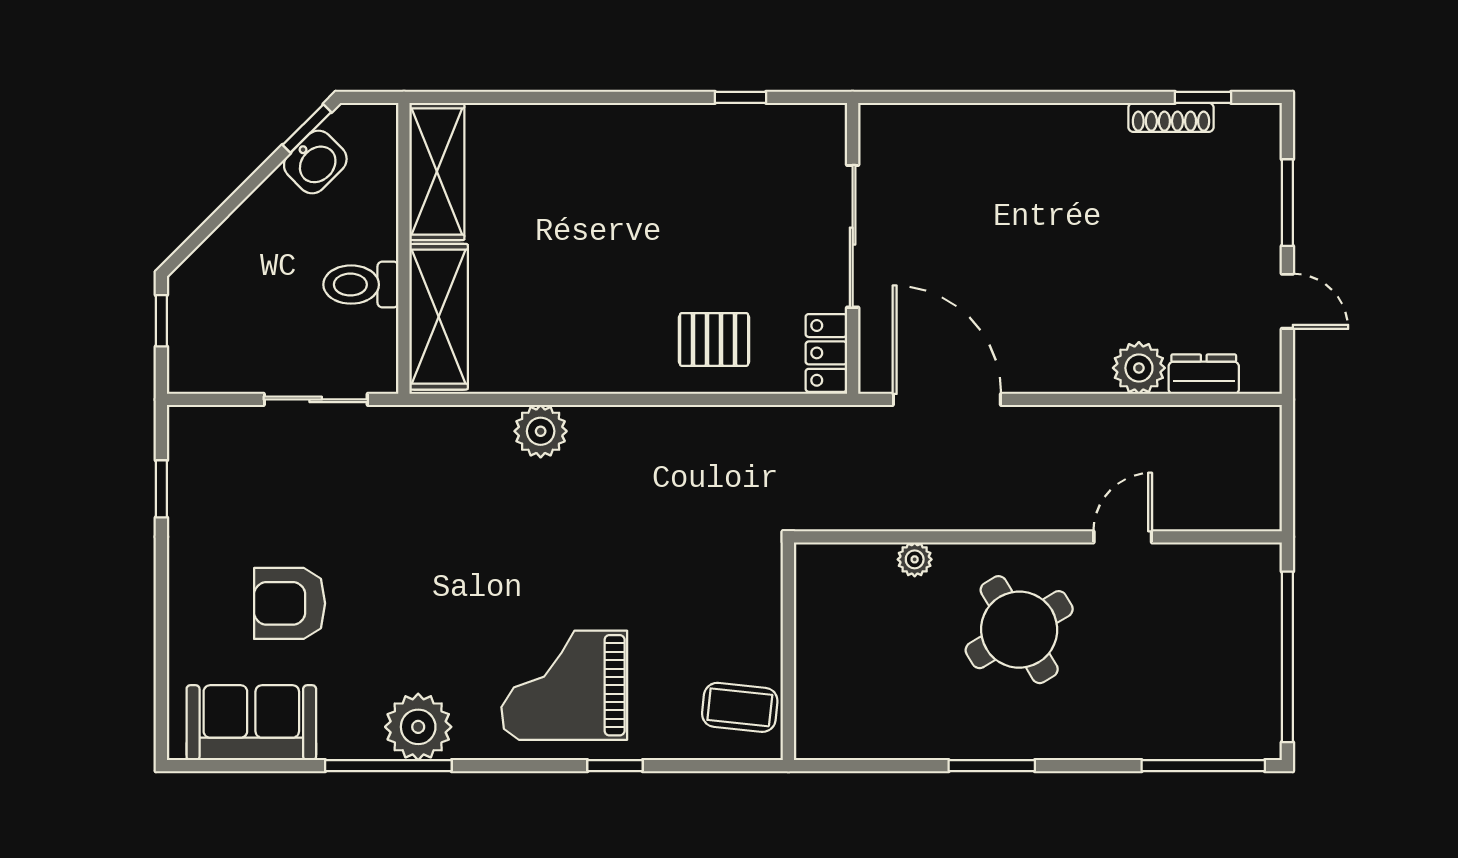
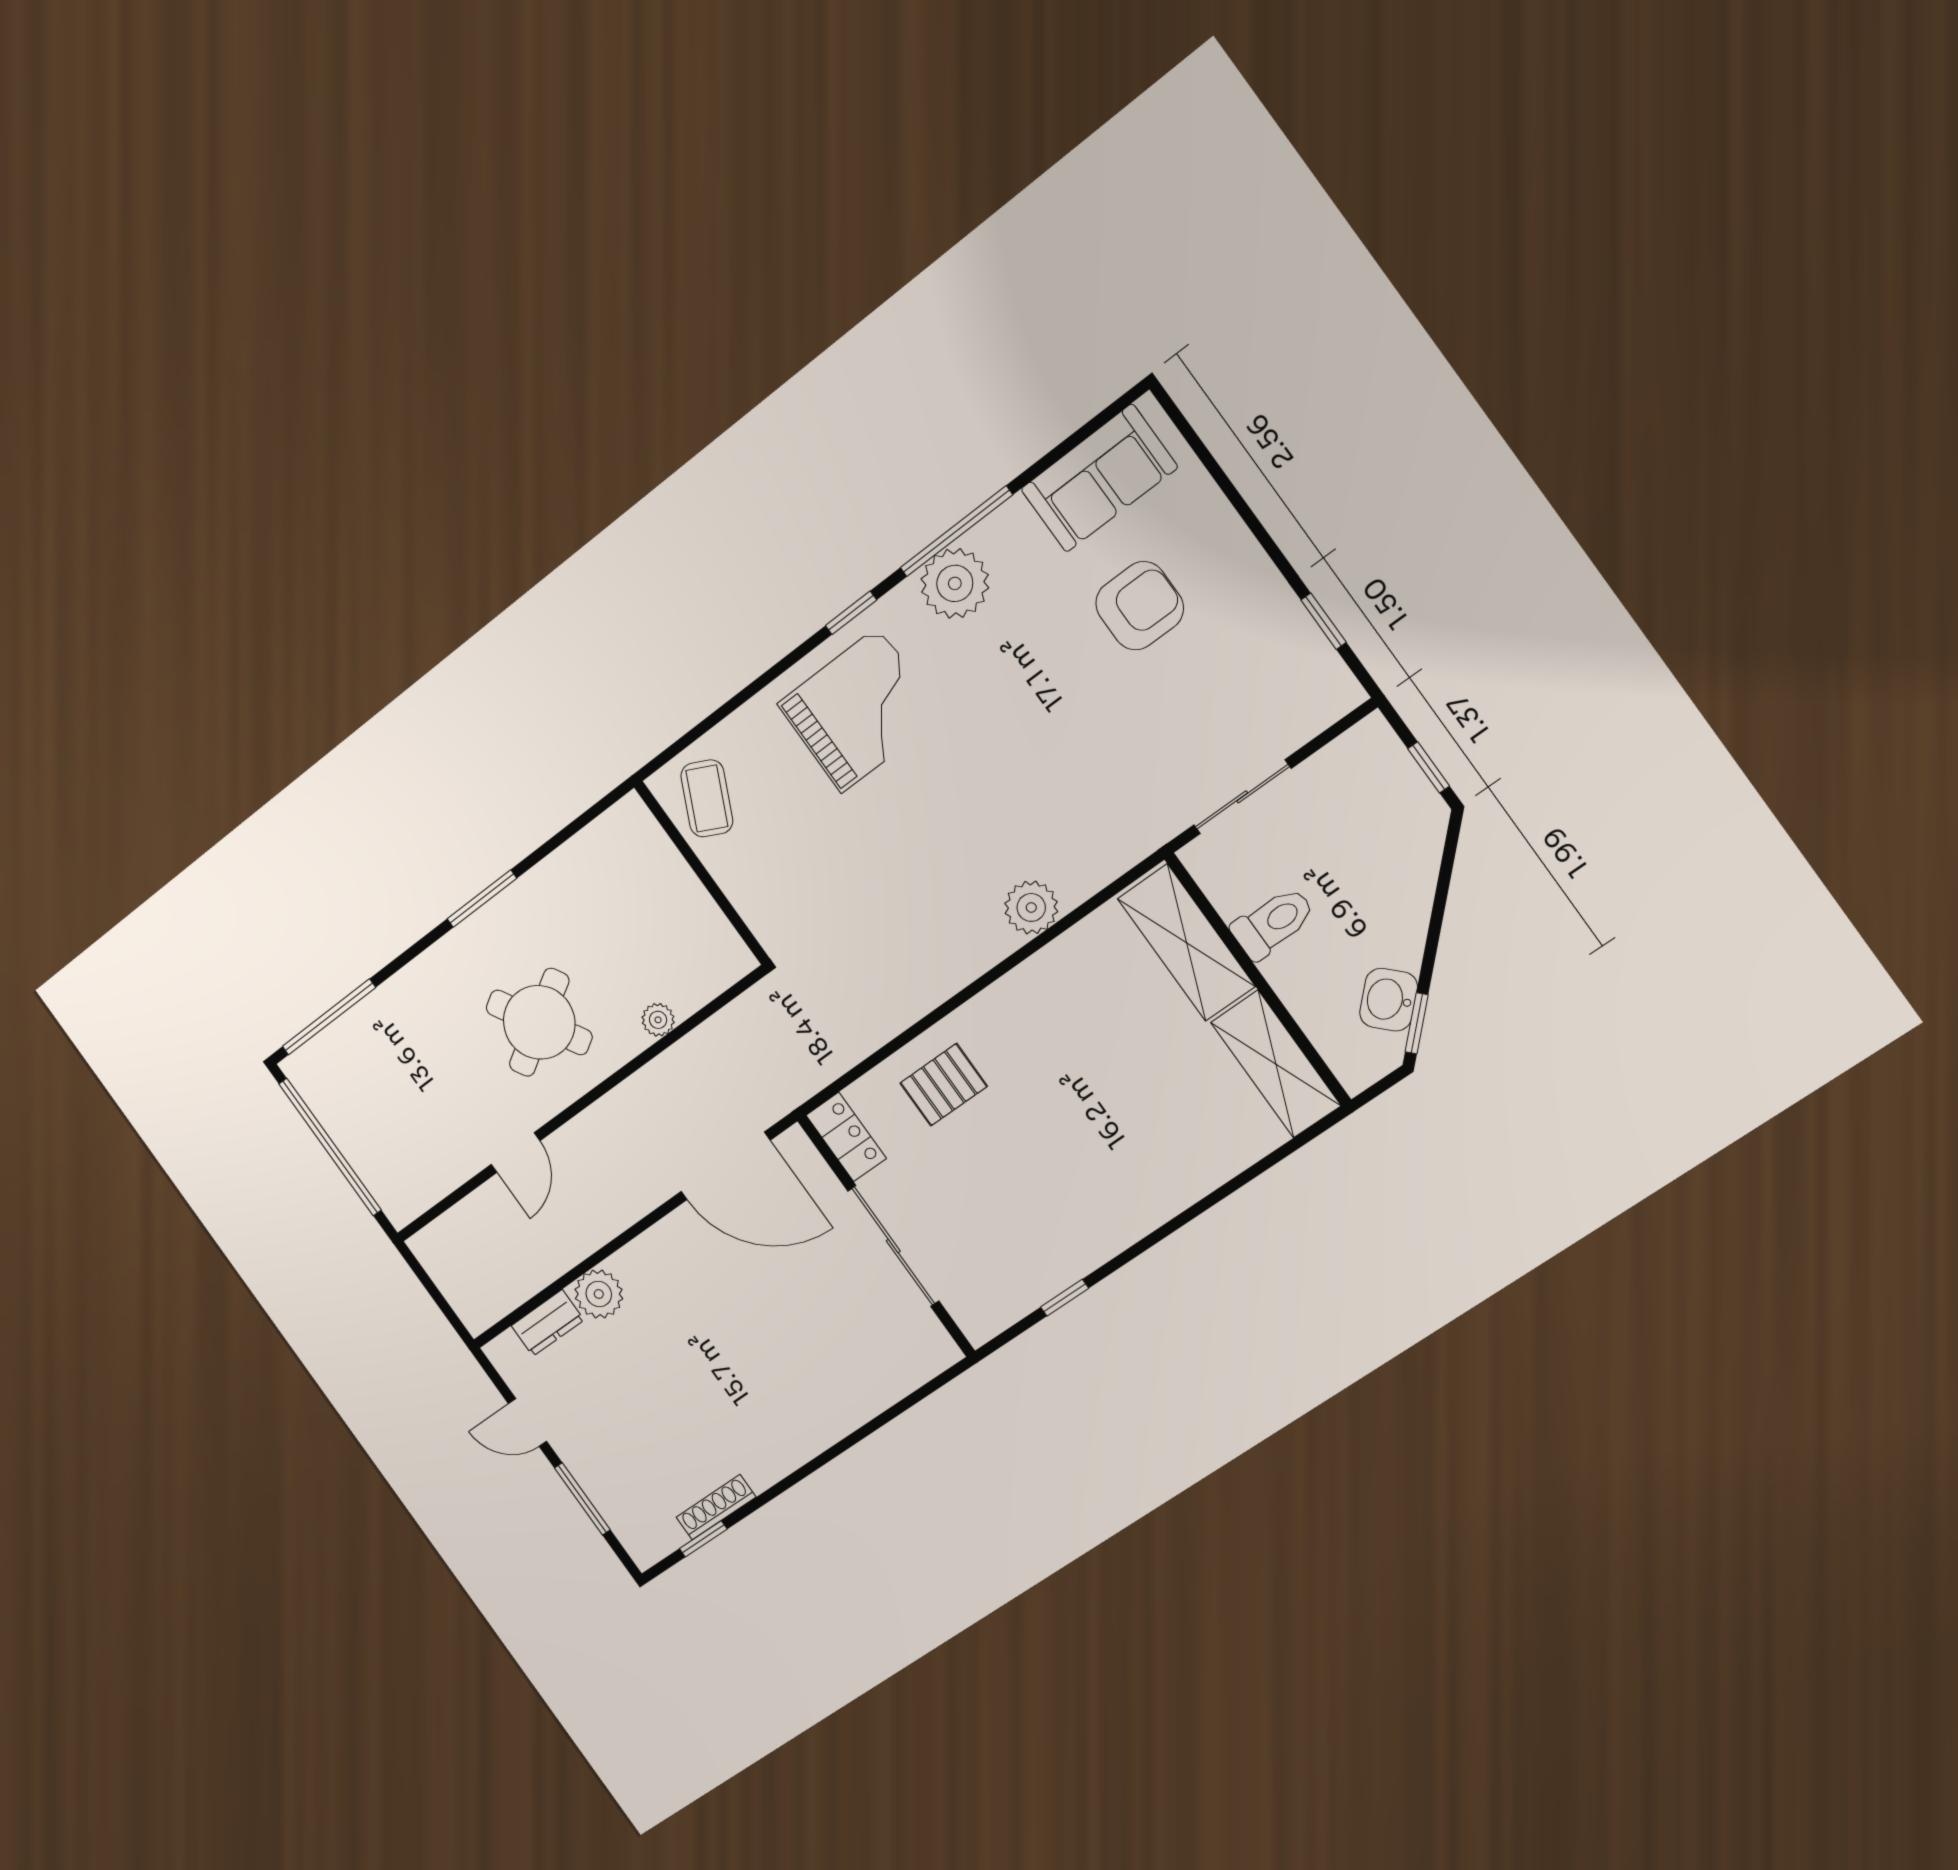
coffee table: (740, 707) -> (707, 798), turned -70
window: (615, 766) -> (851, 613), moved

